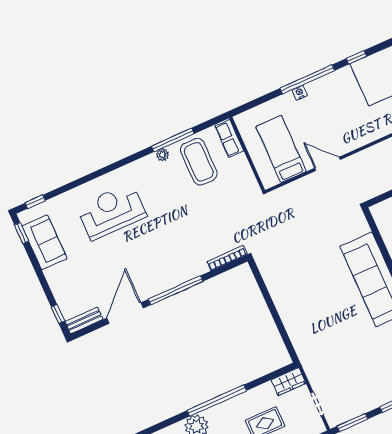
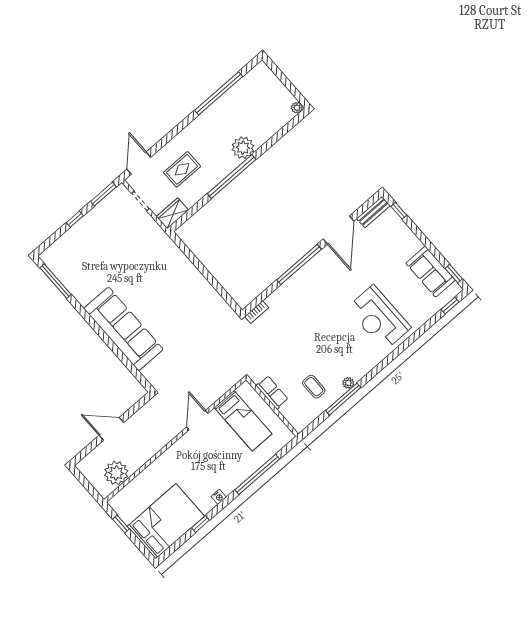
window: (307, 79) -> (257, 474), moved
nightstand: (300, 93) -> (219, 497), moved
row of seats: (229, 138) -> (272, 392), moved
coffee table: (199, 162) -> (314, 387), width x0.54, depth x0.58
door: (327, 164) -> (197, 420), swing flipped
reception desk: (111, 211) -> (379, 318), turned 90
bookcase: (227, 258) -> (257, 312), width x0.64

